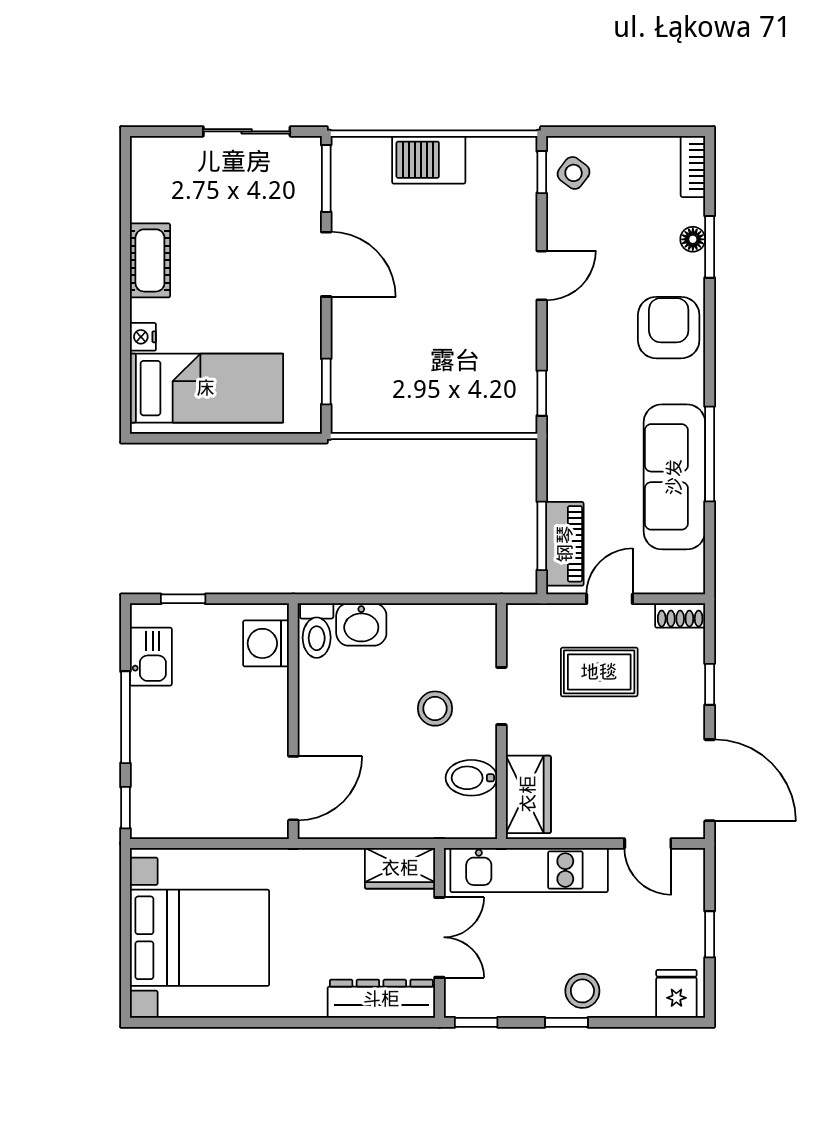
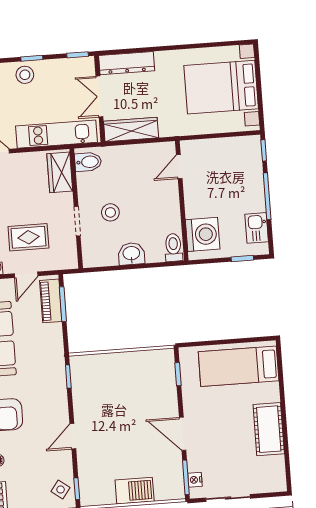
cot: (150, 260) -> (269, 429), width x1.37, depth x1.34
nightstand: (143, 337) -> (195, 480), moved, turned 180
washbasin: (361, 624) -> (131, 254), moved
washing machine: (266, 643) -> (203, 234), width x1.37, depth x1.37
bidet: (471, 778) -> (88, 162), moved
door: (293, 788) -> (179, 167), width x0.73
wardrobe: (400, 868) -> (131, 129), width x1.50

